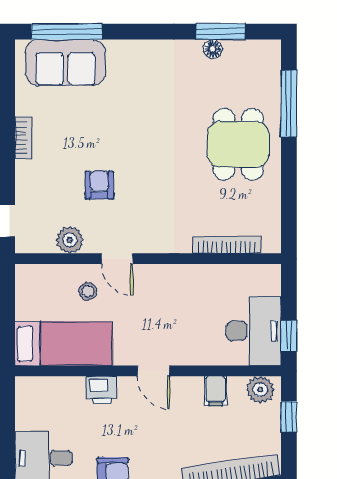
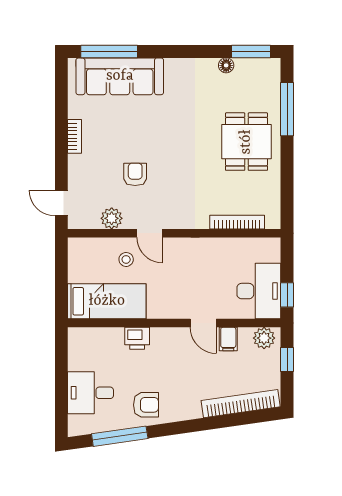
window: (221, 32) -> (251, 52), moved
sofa: (65, 63) -> (120, 76), width x1.36
door: (153, 371) -> (203, 323), moved

